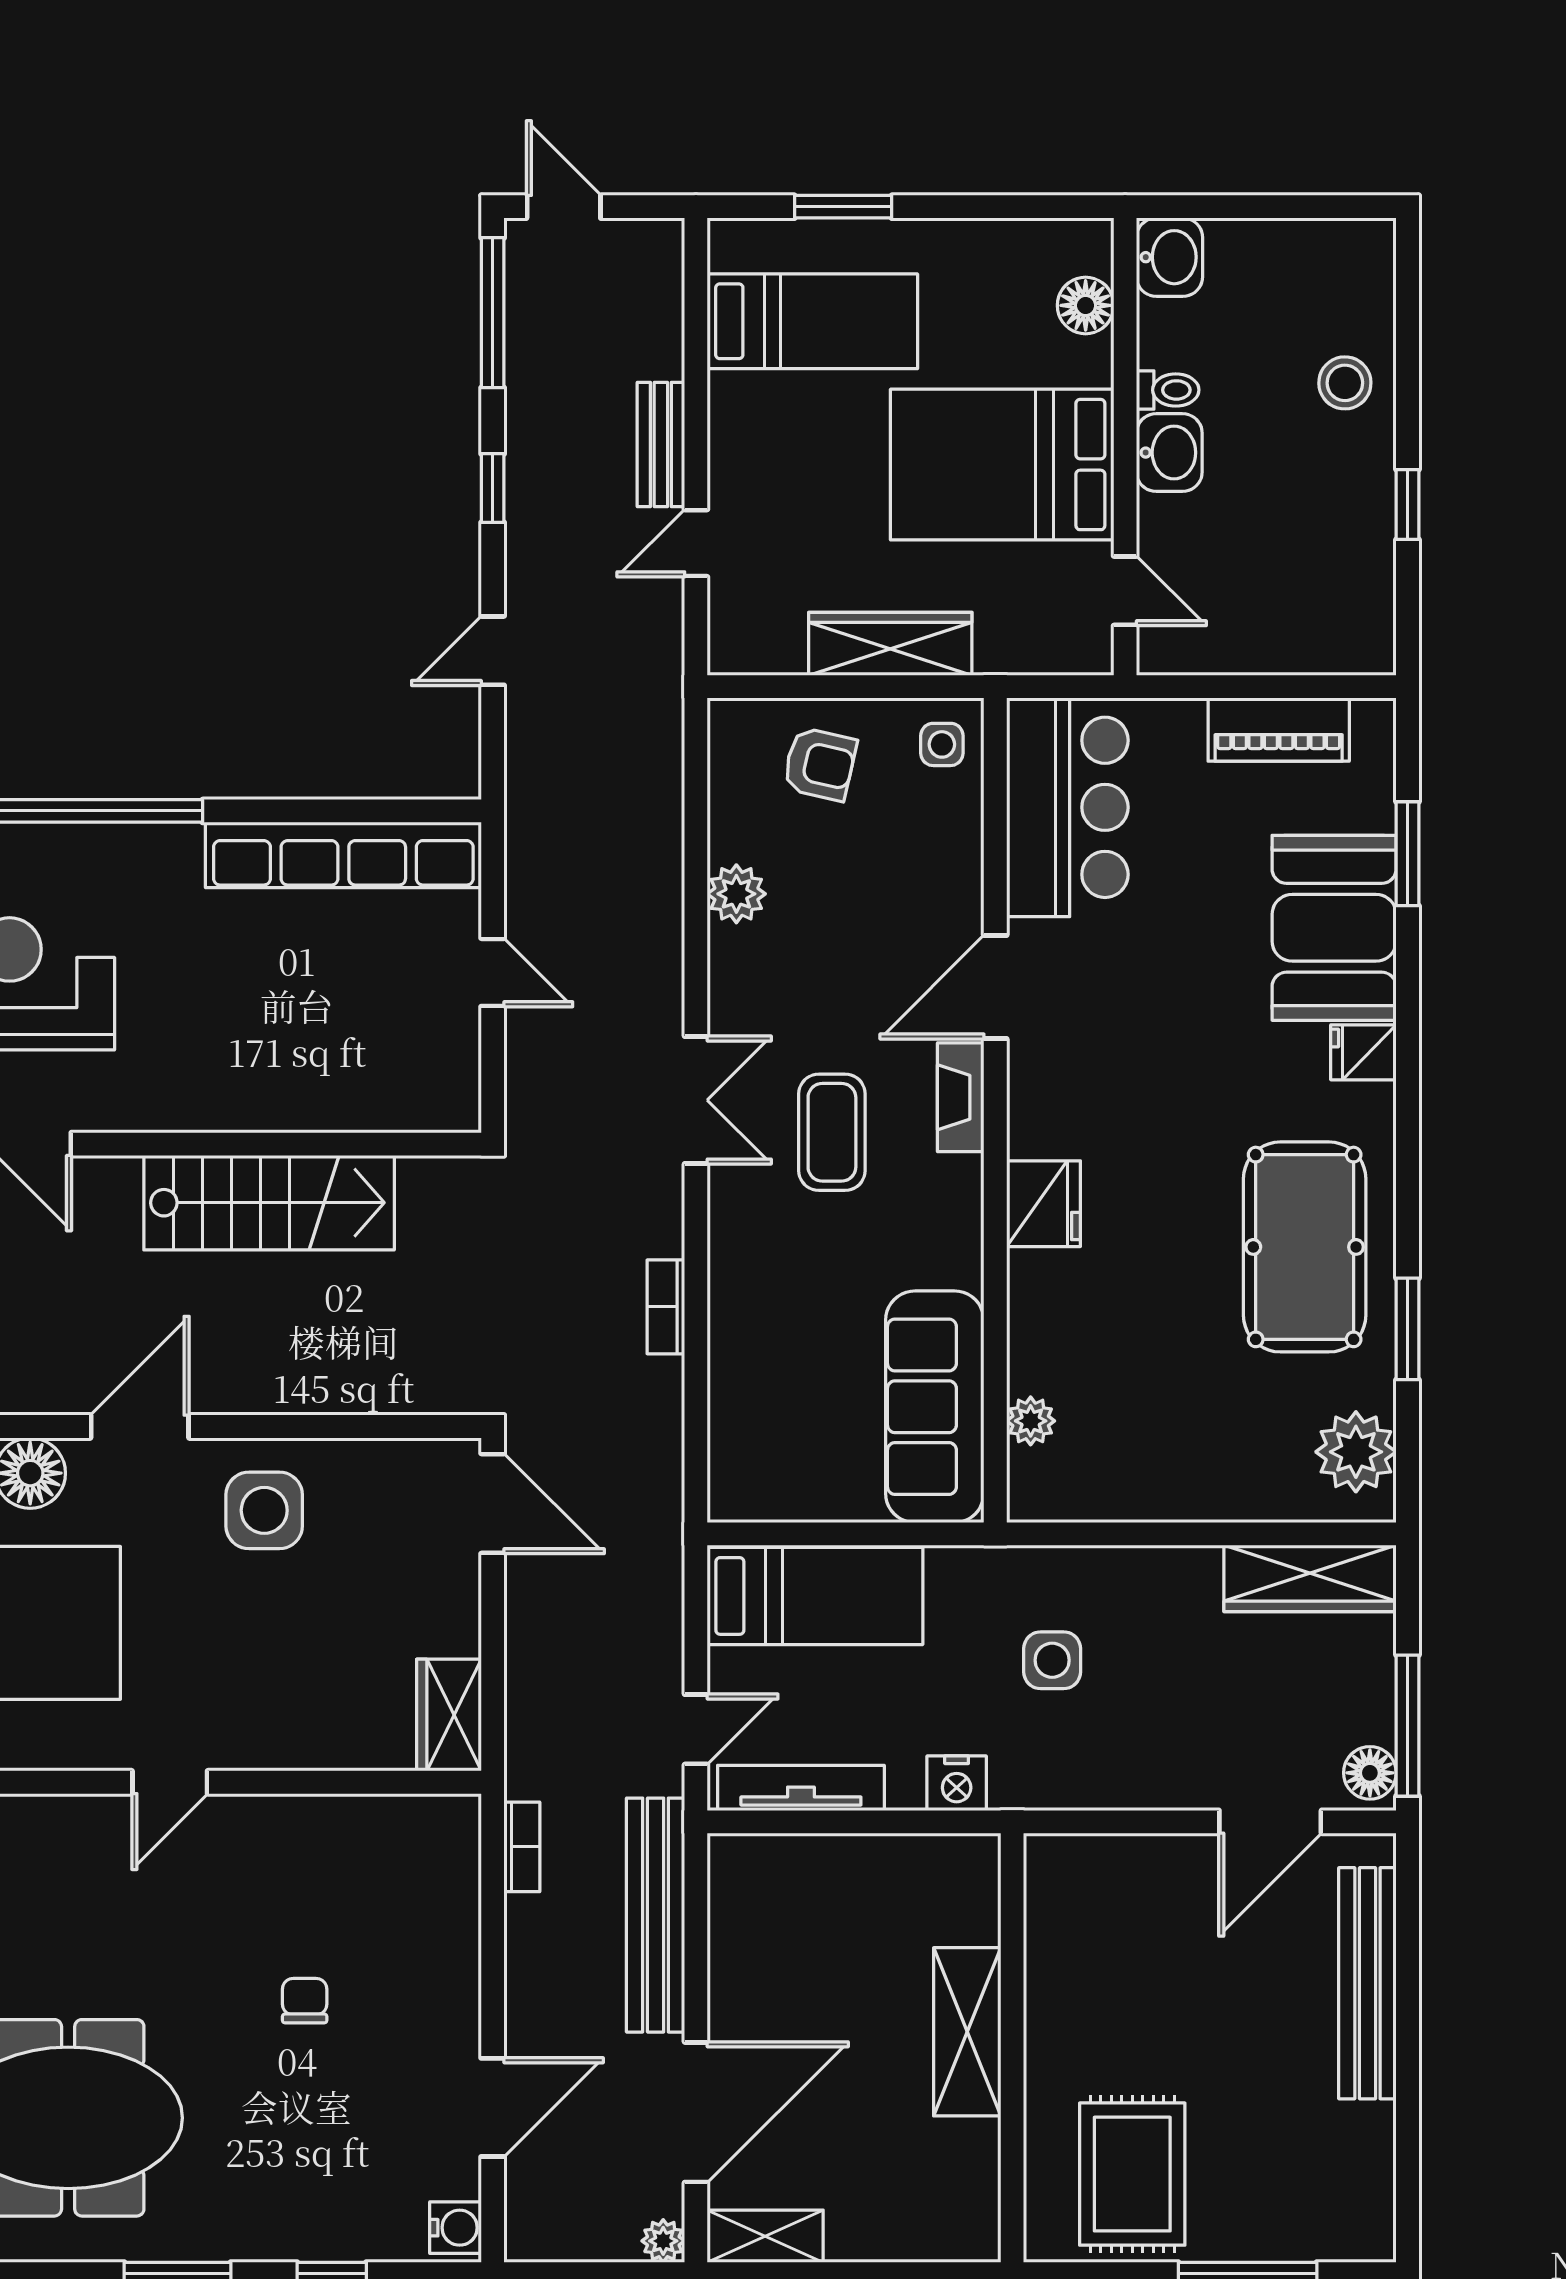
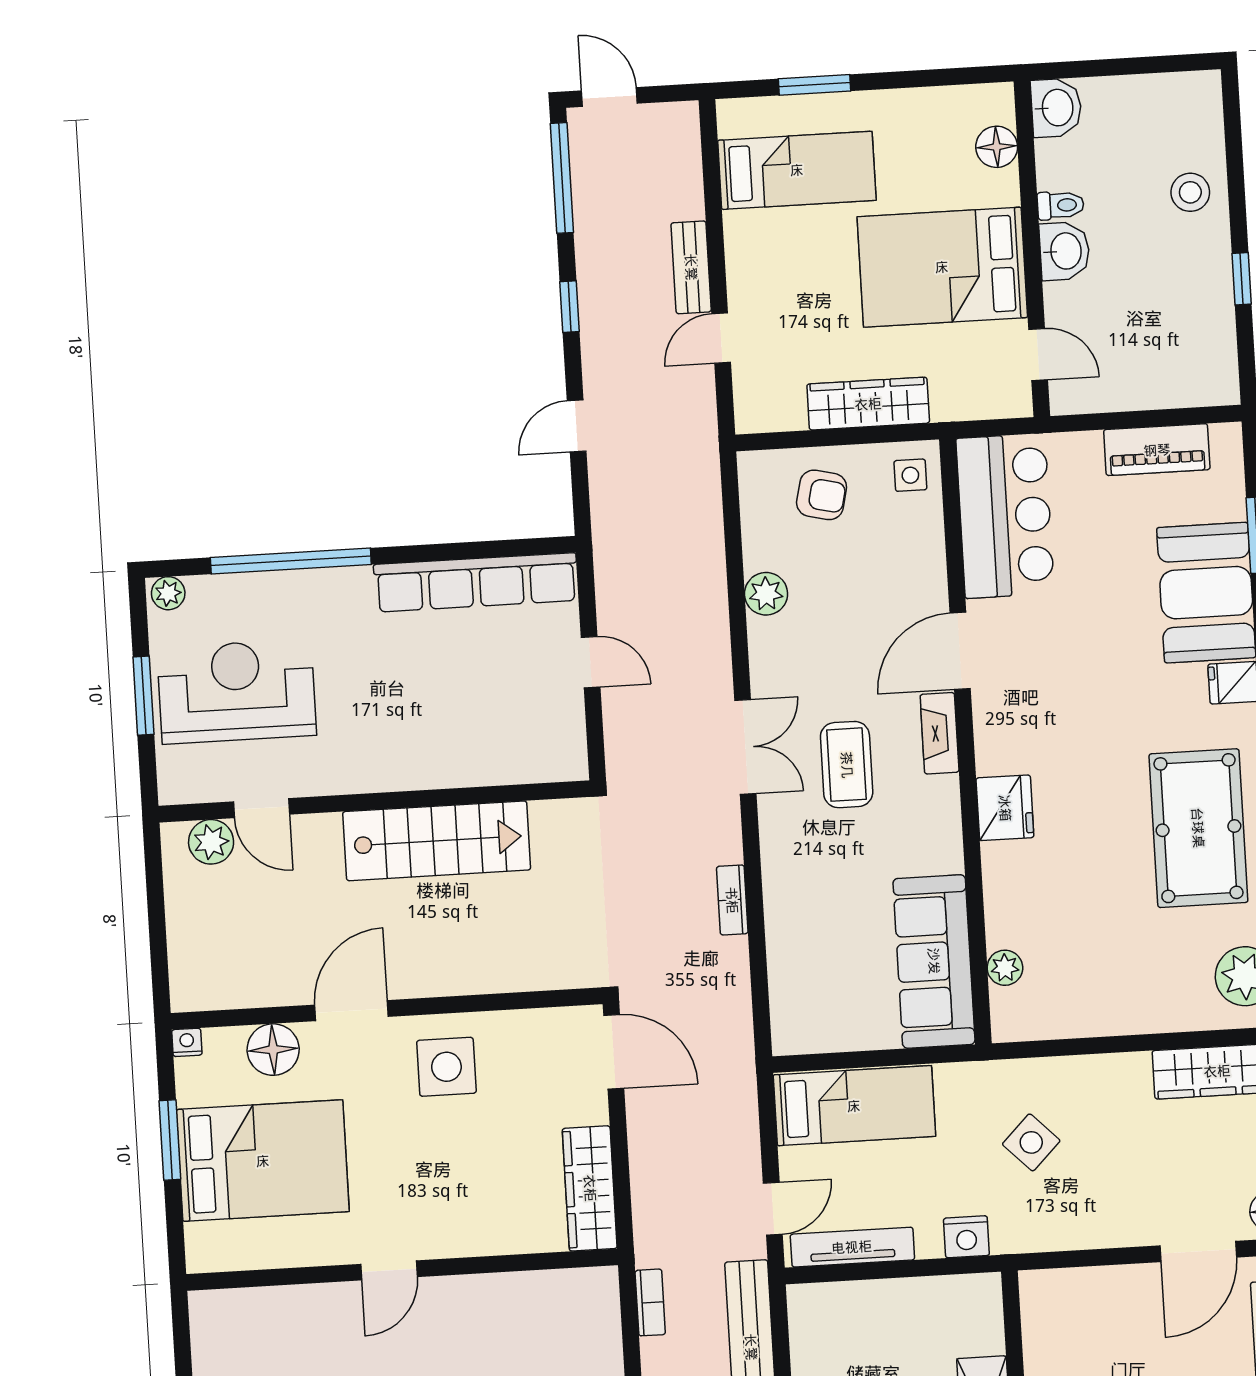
side table: (1052, 1660) -> (1031, 1142), turned 45
wardrobe: (449, 1715) -> (590, 1188), width x1.50

